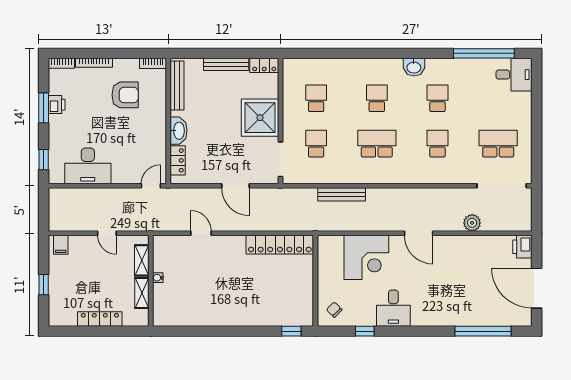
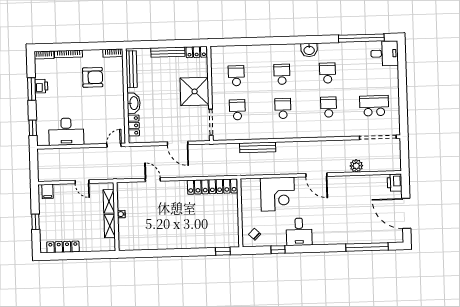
school desk: (377, 144) -> (283, 108), width x0.54
locker: (100, 319) -> (63, 247), moved

